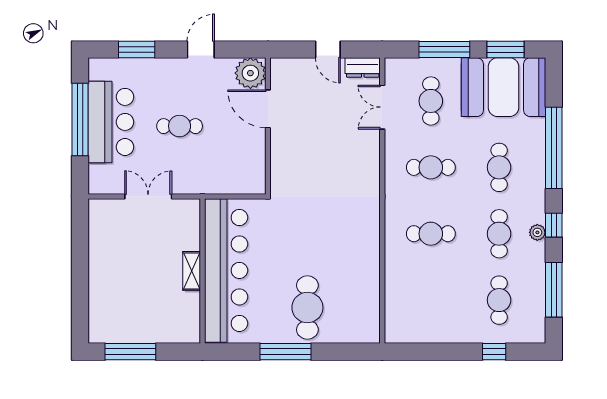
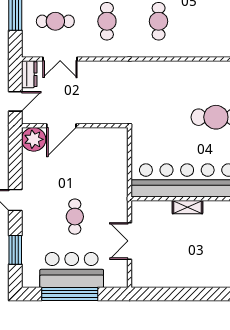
plant: (250, 73) -> (34, 139), moved
door: (268, 109) -> (61, 126), moved
wall: (268, 126) -> (75, 126), moved

